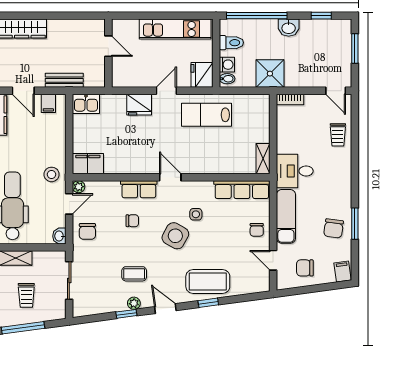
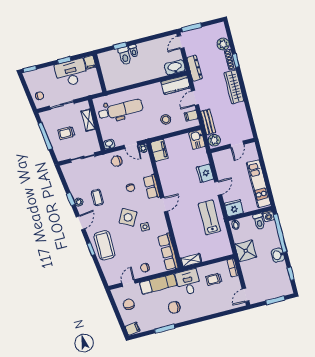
washing machine: (227, 65) -> (269, 216), moved
plant: (93, 78) -> (214, 140), added
door: (166, 91) -> (218, 188), hinge flipped
trolley: (338, 135) -> (214, 279), moved
stool: (52, 174) -> (166, 119), moved
chair: (334, 228) -> (174, 307), moved

